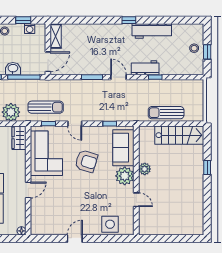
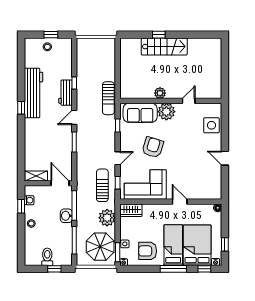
workbench: (152, 31) -> (33, 93), width x1.36, depth x1.32
sun lounger: (166, 113) -> (108, 98), moved
stairs: (179, 135) -> (164, 47), moved, turned 90

